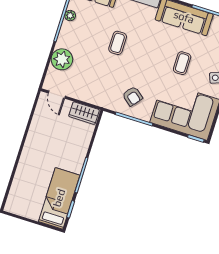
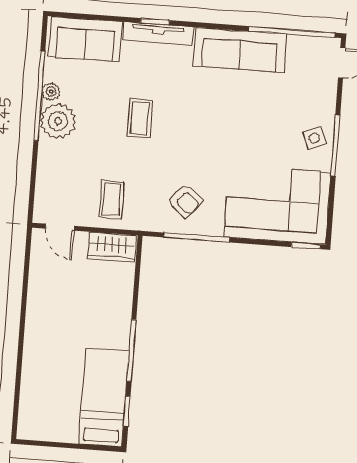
plant: (62, 59) -> (58, 121), moved
coffee table: (182, 63) -> (111, 199), moved

